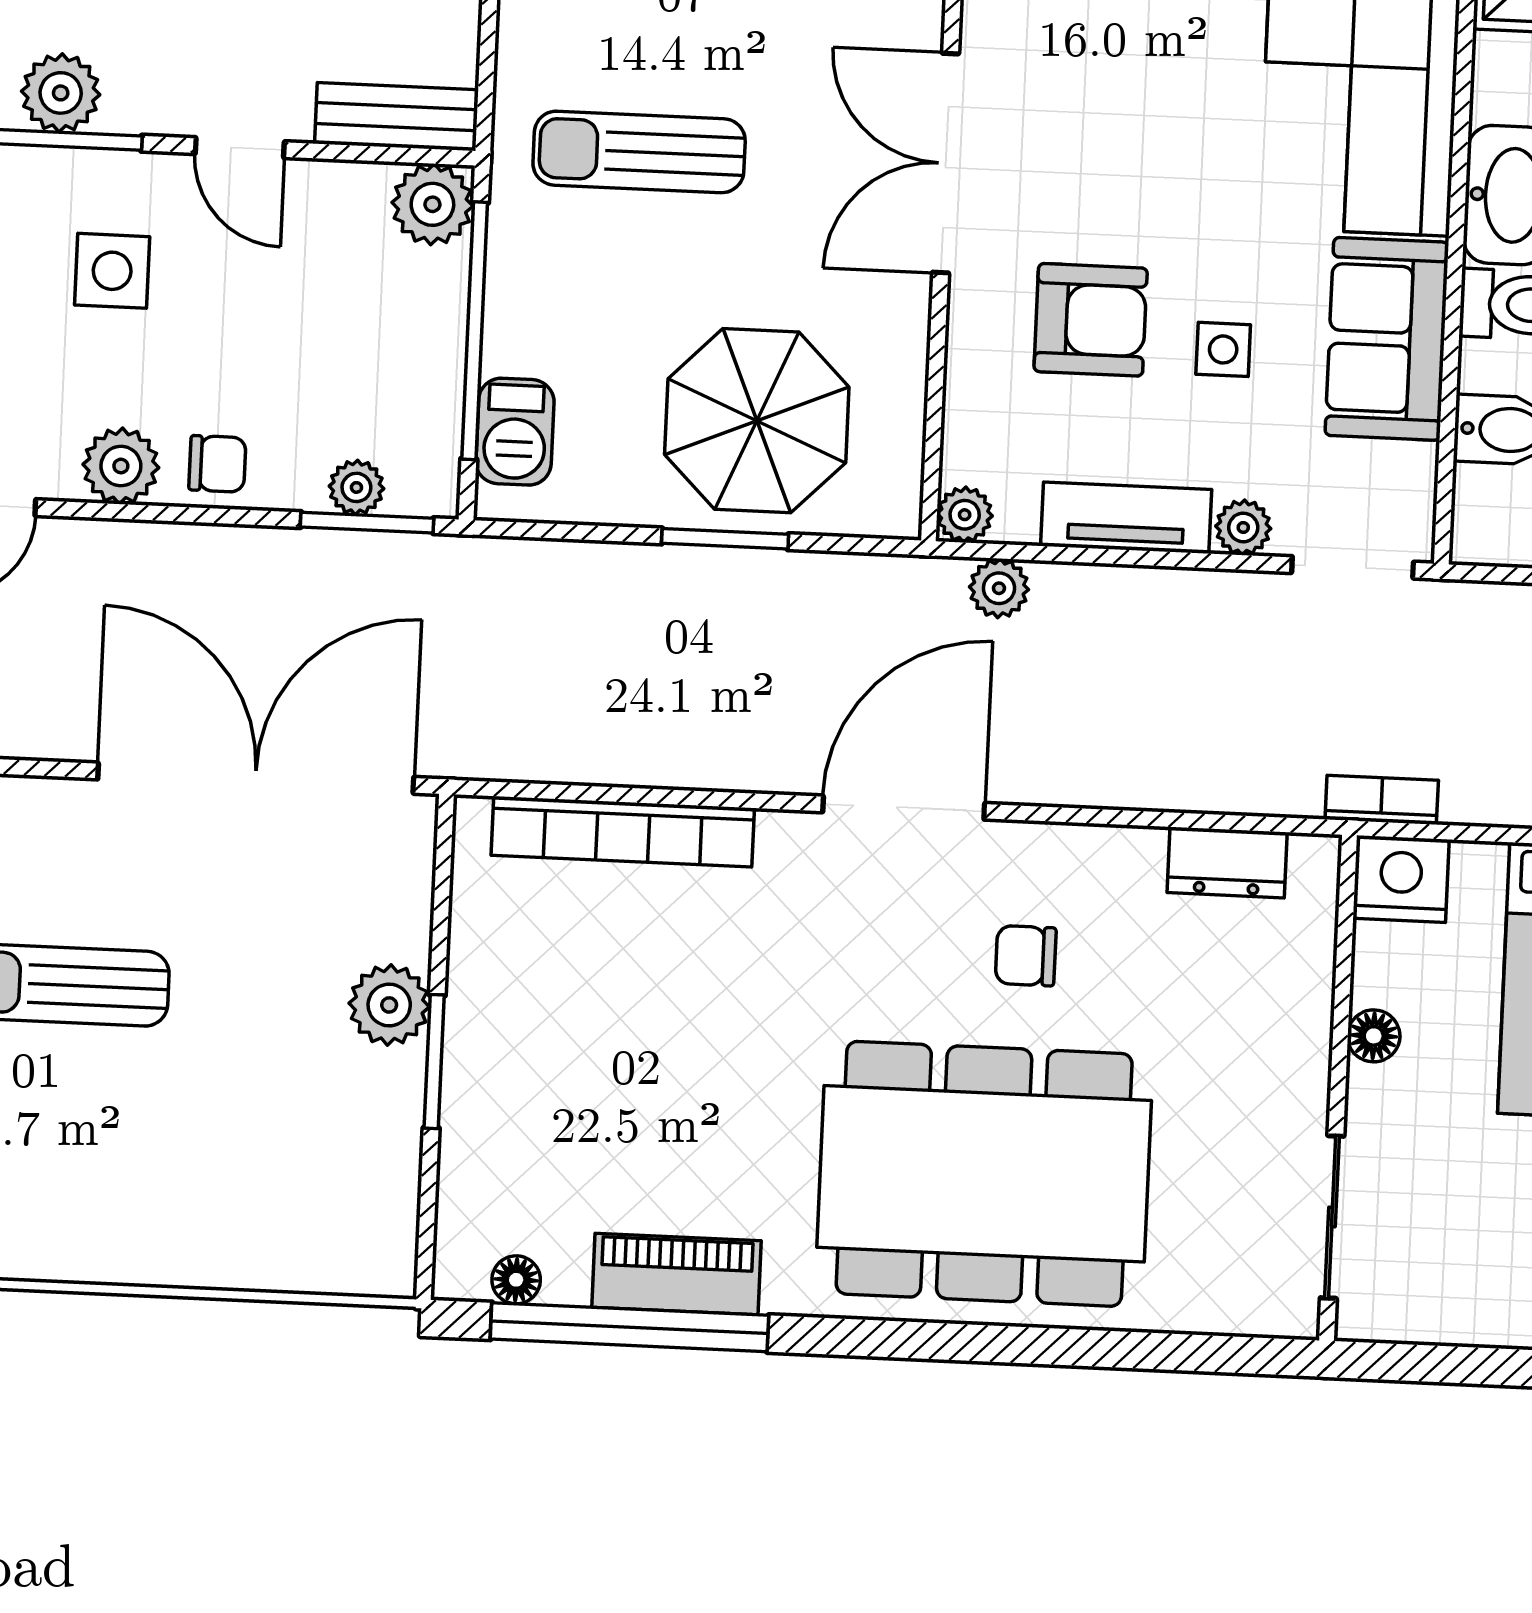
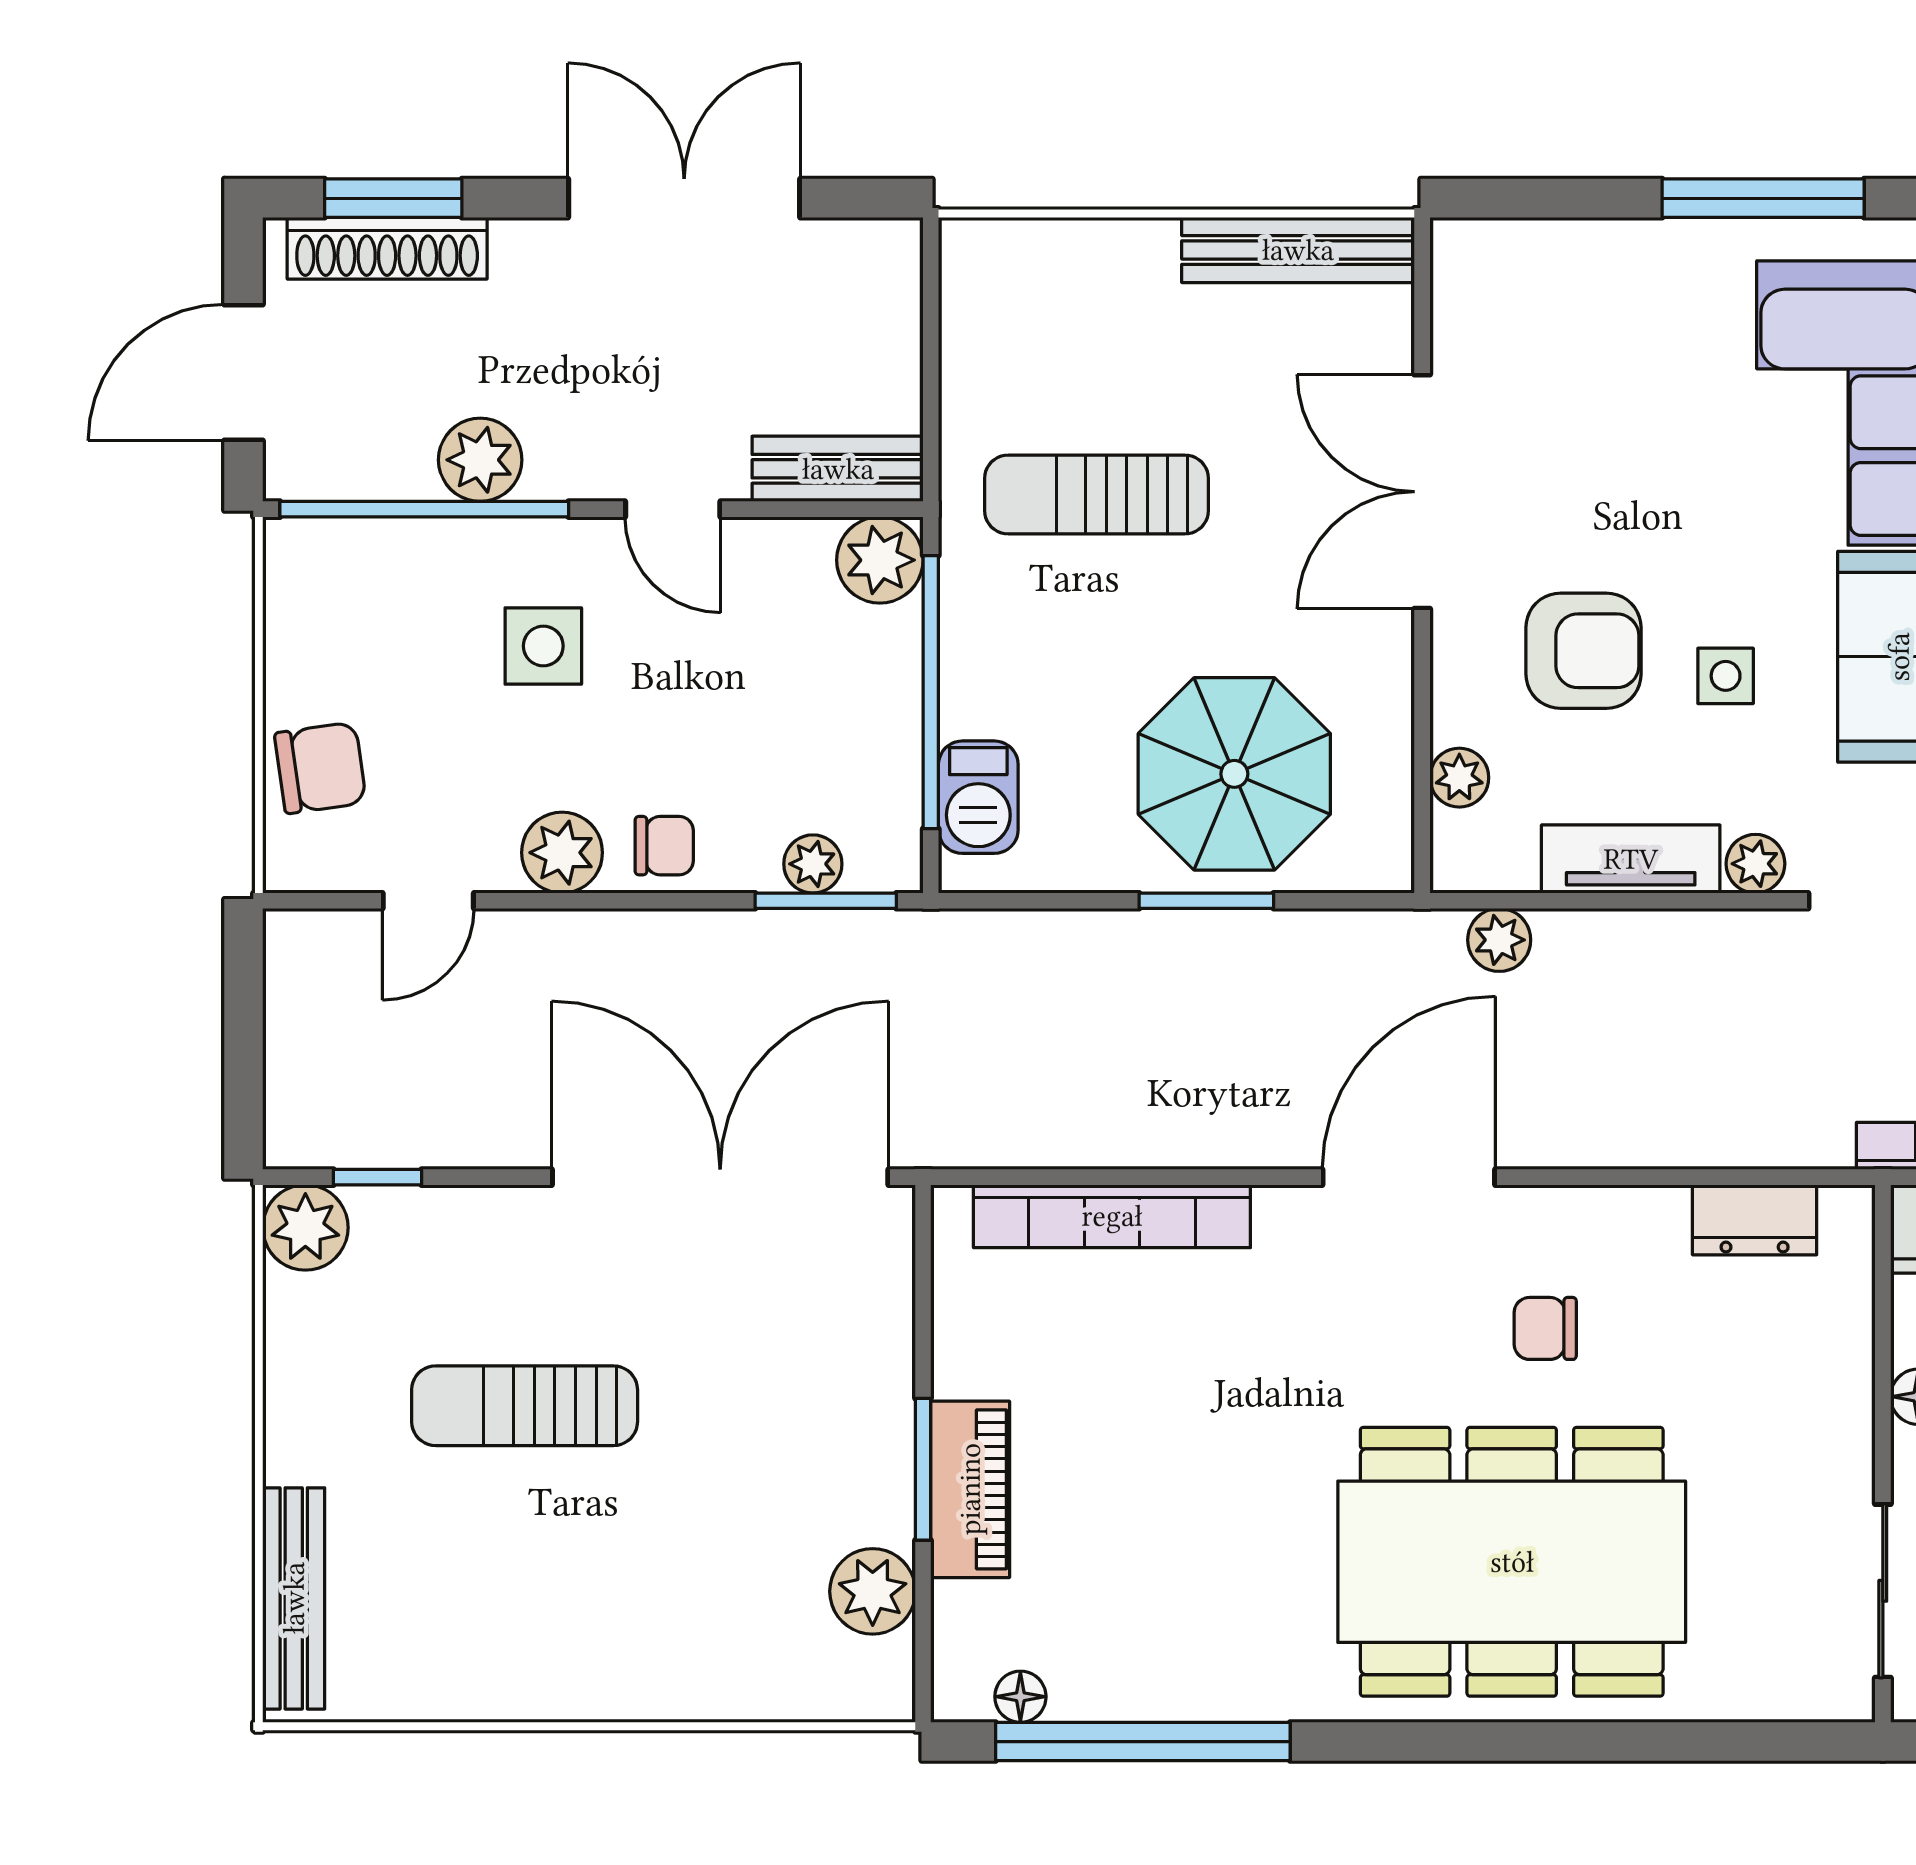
plant: (965, 515) -> (1459, 778), moved
plant: (389, 1005) -> (873, 1591), moved
piano: (677, 1274) -> (970, 1489), moved, turned 90

